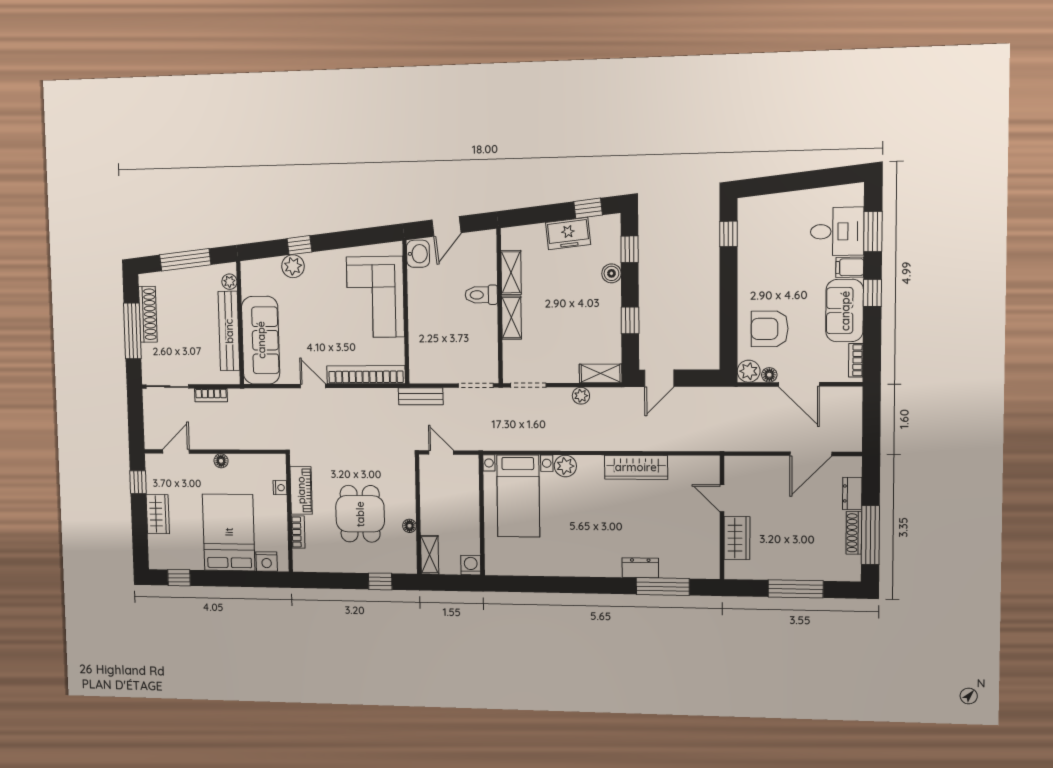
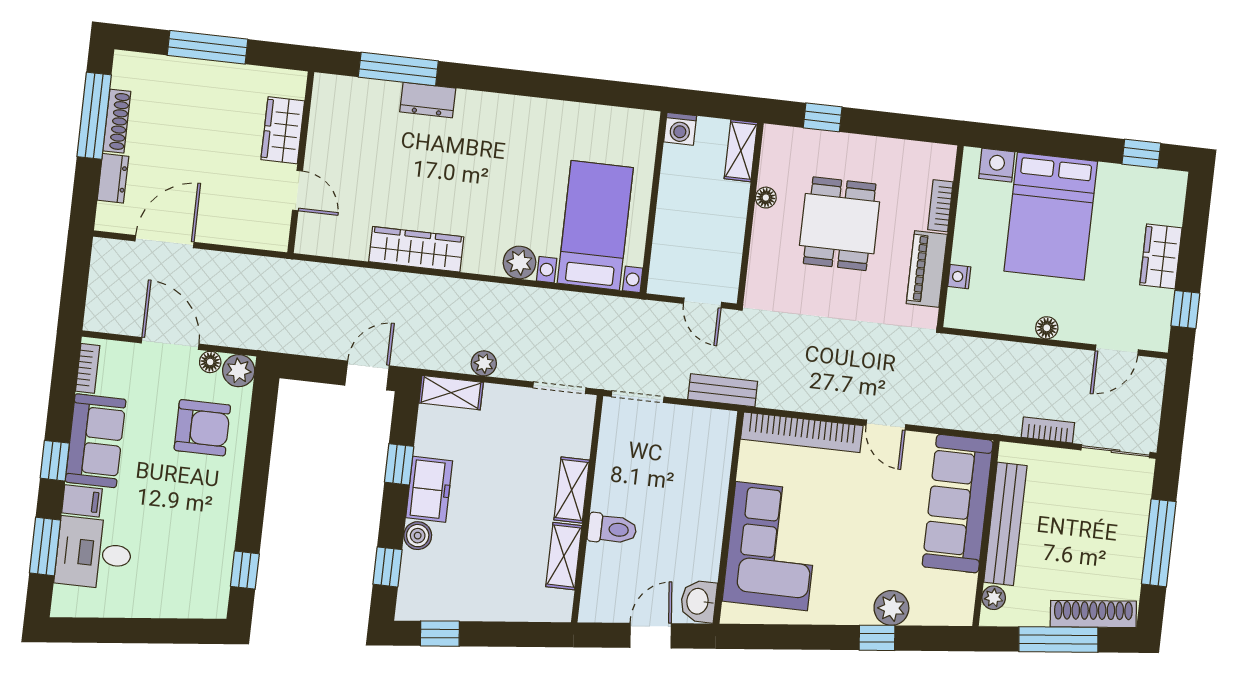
freezer: (568, 234) -> (429, 489), moved, turned 96
shoe rack: (148, 314) -> (1093, 614), moved, turned 84

